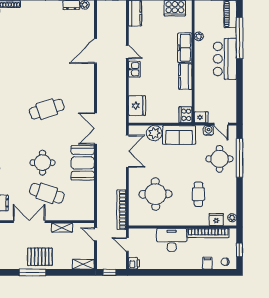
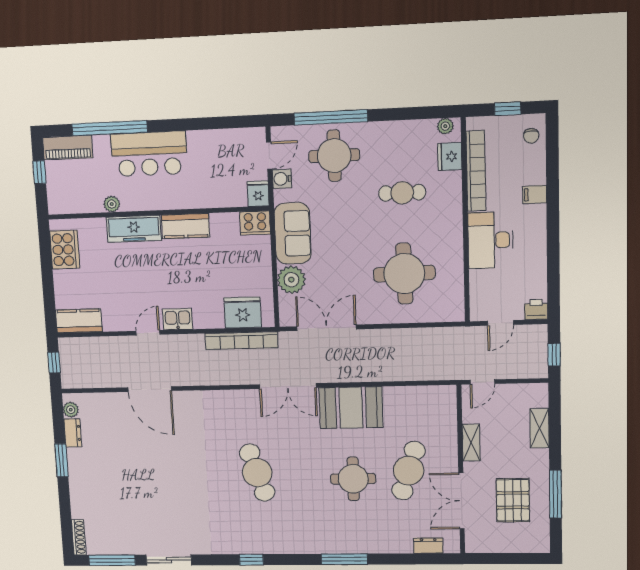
bookcase: (122, 210) -> (241, 341), moved
pallet: (40, 257) -> (513, 500), moved
filing cabinet: (207, 263) -> (535, 194), moved
shelving: (83, 264) -> (540, 428), moved

